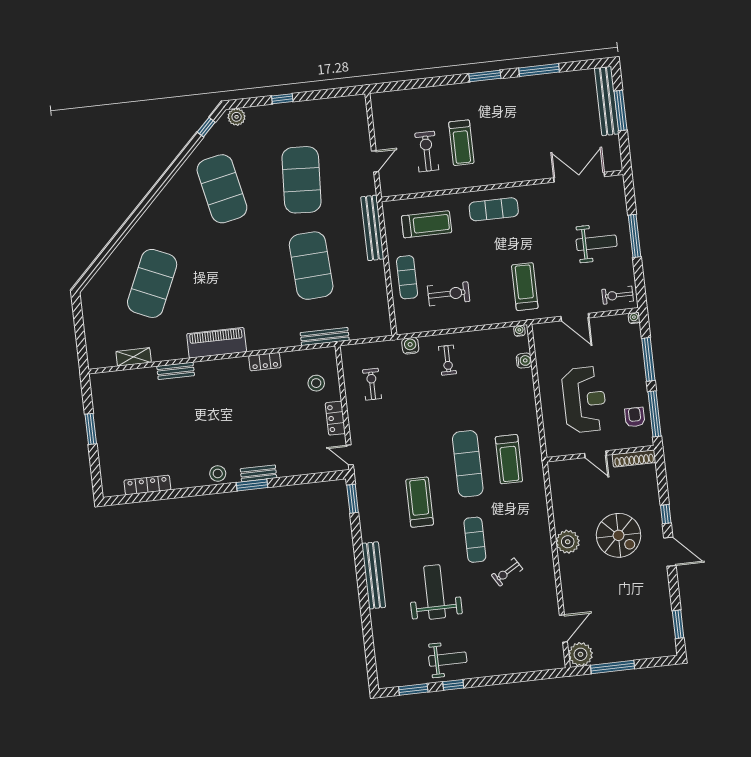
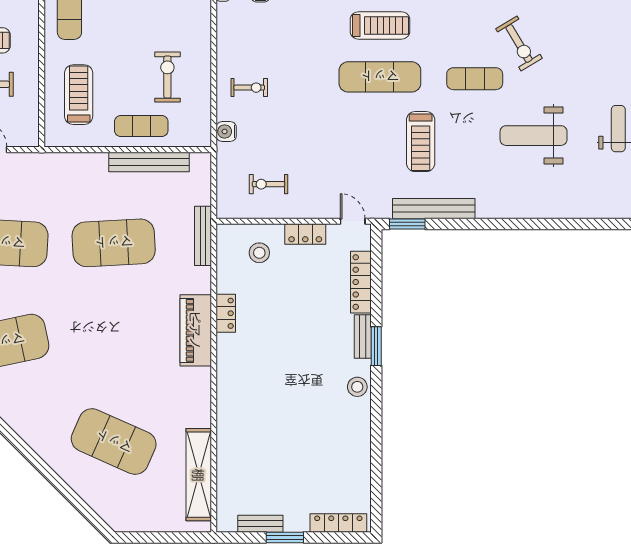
bench: (372, 228) -> (149, 162), moved
piano: (217, 343) -> (196, 330), moved
shelving: (134, 357) -> (199, 475), width x2.20, depth x1.33
bench: (176, 371) -> (260, 524), moved, turned 90
door: (350, 455) -> (353, 221), swing flipped
locker: (302, 467) -> (361, 282), added
locker: (147, 485) -> (338, 523), moved, turned 90
treadmill: (420, 502) -> (421, 142), turned -90
exercise bike: (507, 572) -> (519, 43), width x1.38, depth x1.39
bench: (374, 575) -> (434, 209), moved

